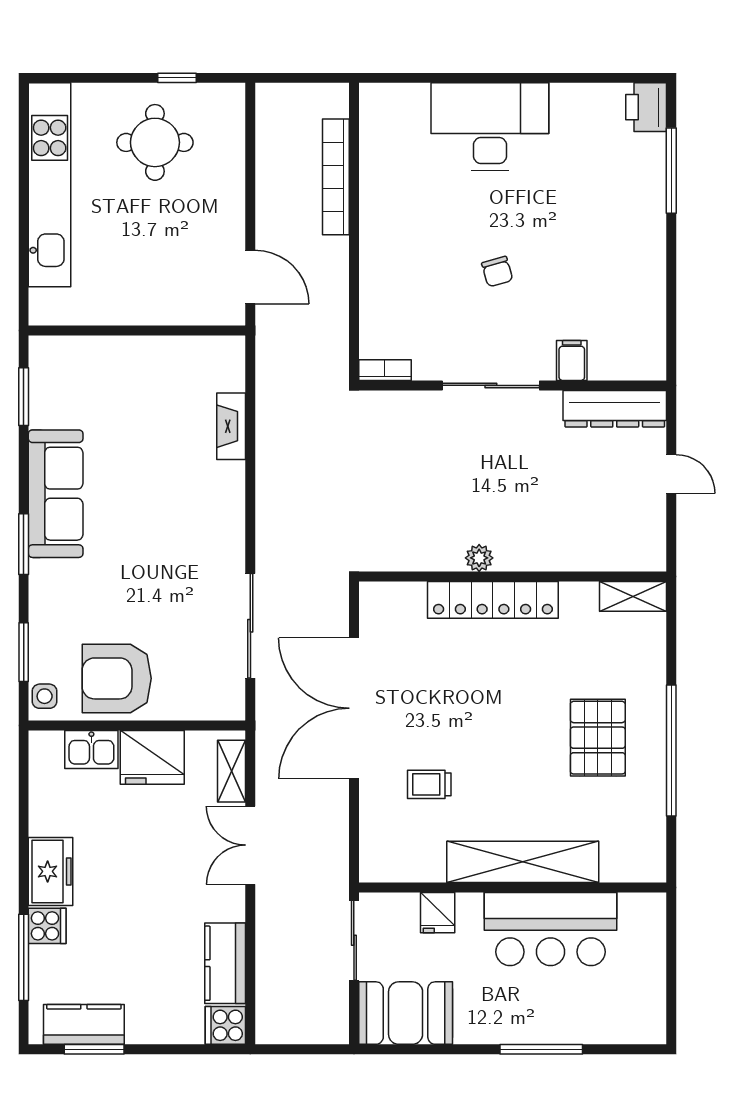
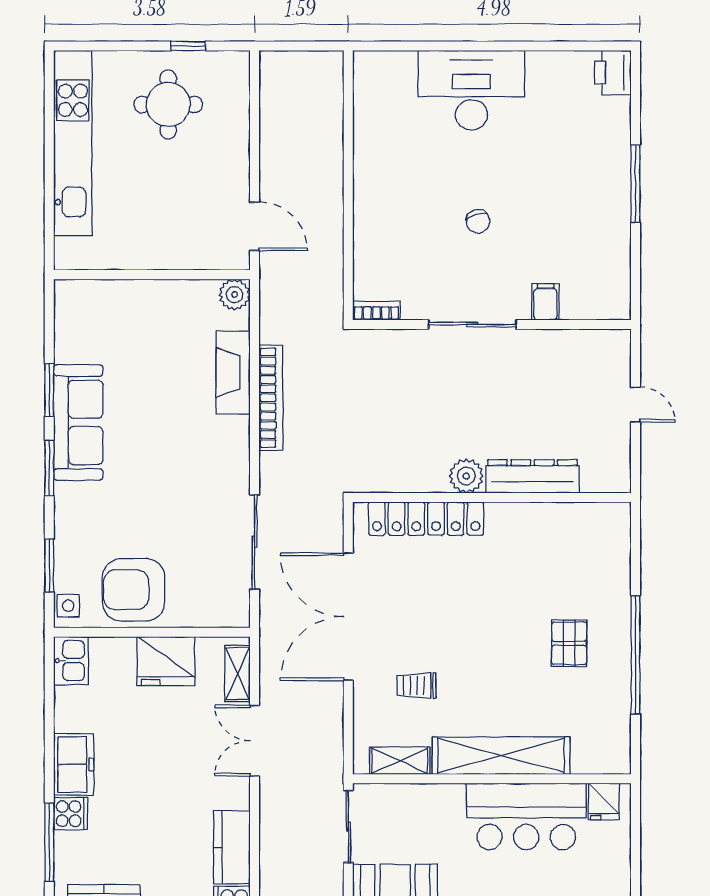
window: (671, 171) -> (636, 184), moved
bookcase: (336, 177) -> (271, 398), moved, turned 180
plant: (228, 352) -> (235, 295), added
window: (24, 397) -> (49, 390), moved
dresser: (615, 409) -> (532, 476), moved, turned 180
fireplace: (231, 426) -> (233, 372), width x1.37, depth x1.32
plant: (479, 558) -> (466, 476), width x1.38, depth x1.38
shelving: (633, 596) -> (400, 761), moved
locker: (493, 600) -> (426, 519), moved
pallet: (598, 738) -> (569, 643), width x0.67, depth x0.71
kitchen sink: (91, 750) -> (71, 661), moved, turned -90
fridge: (438, 913) -> (604, 802), moved

